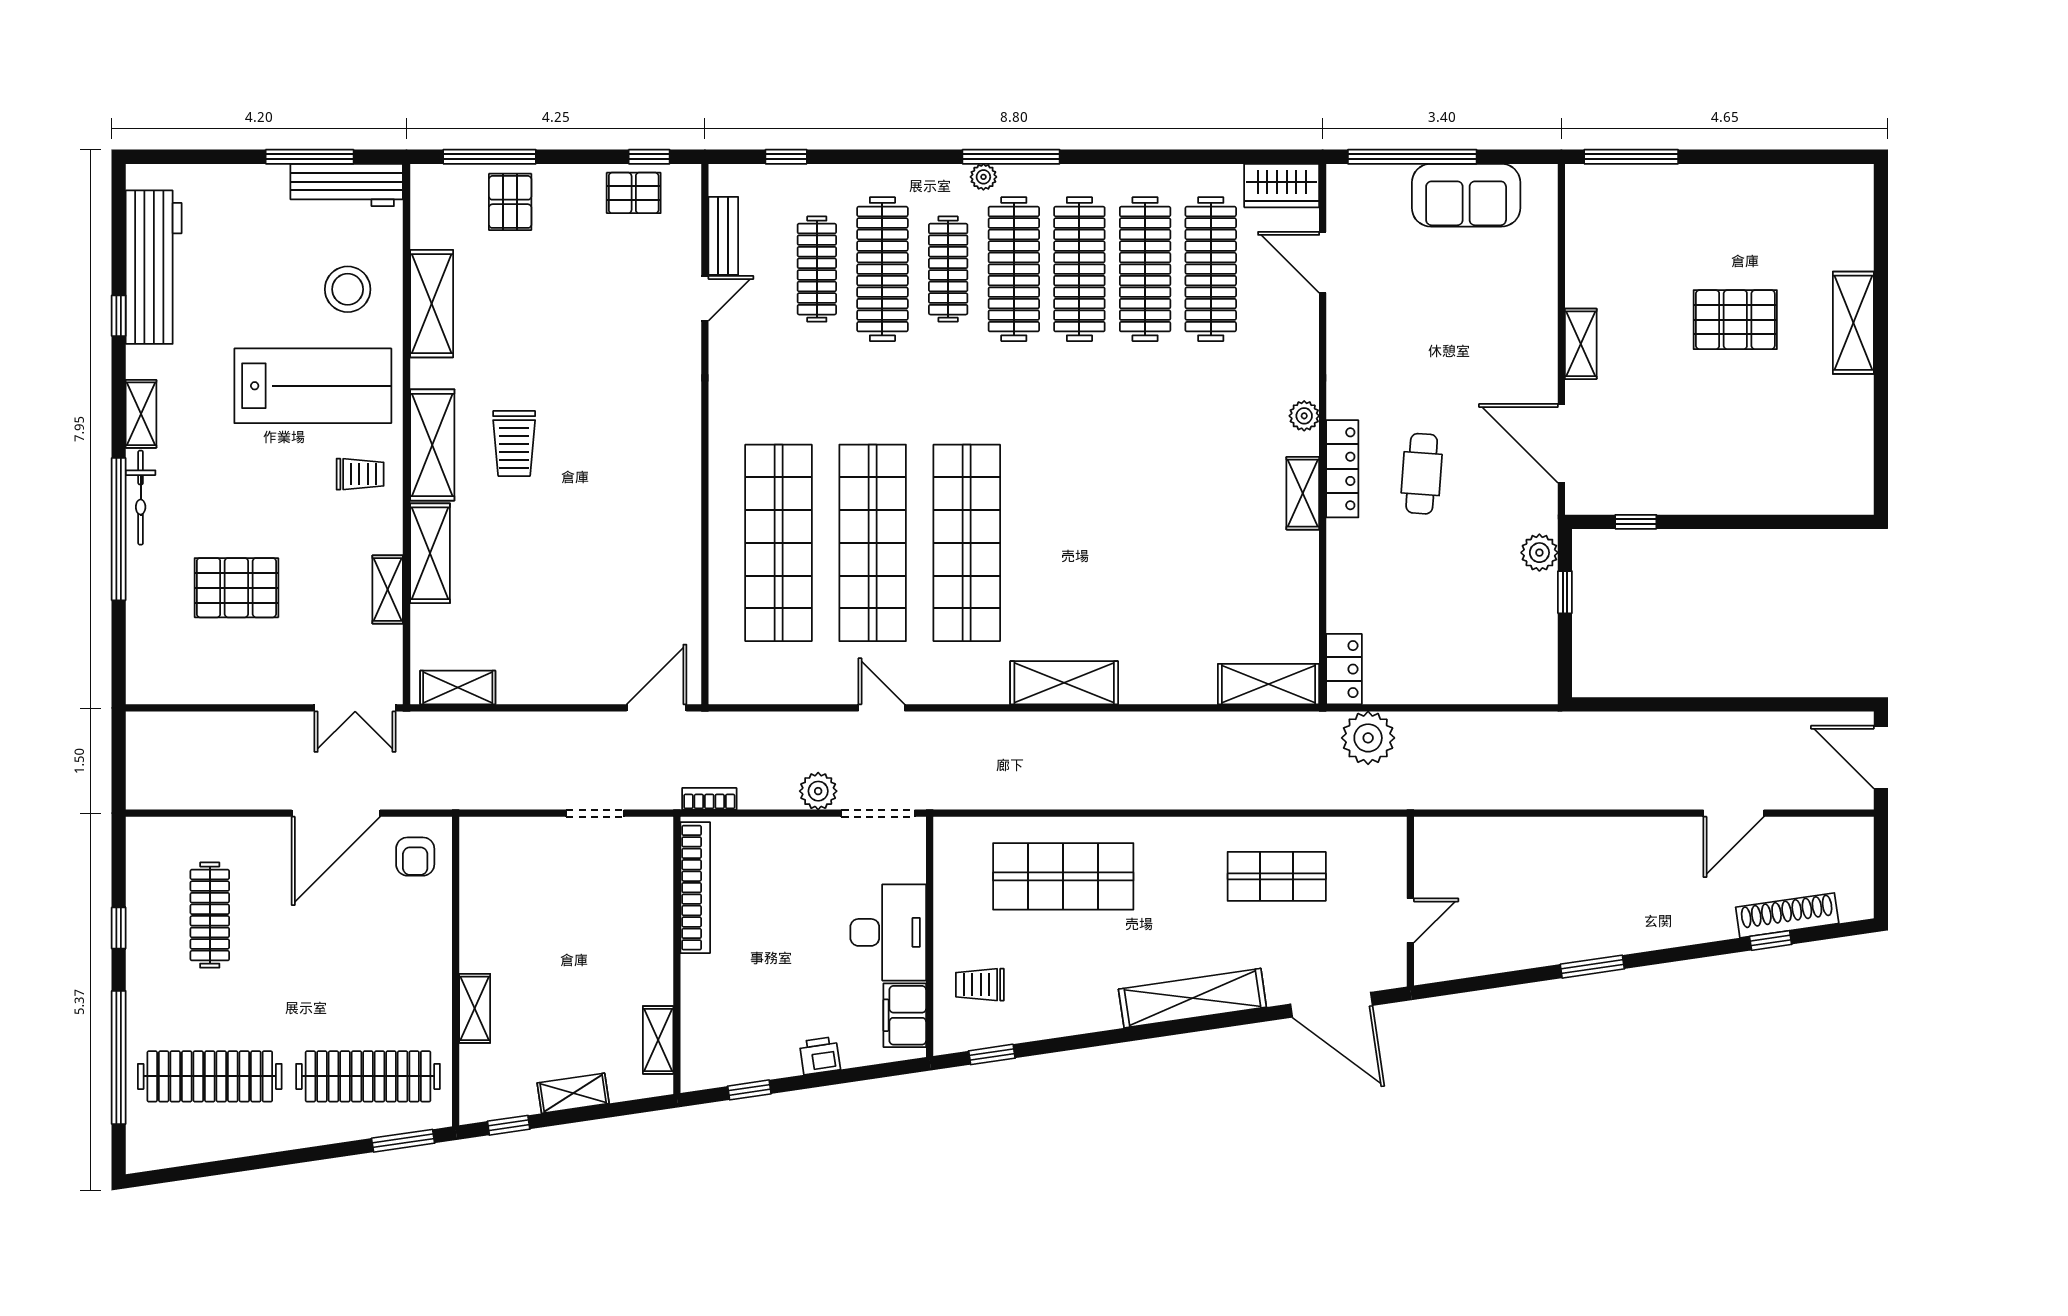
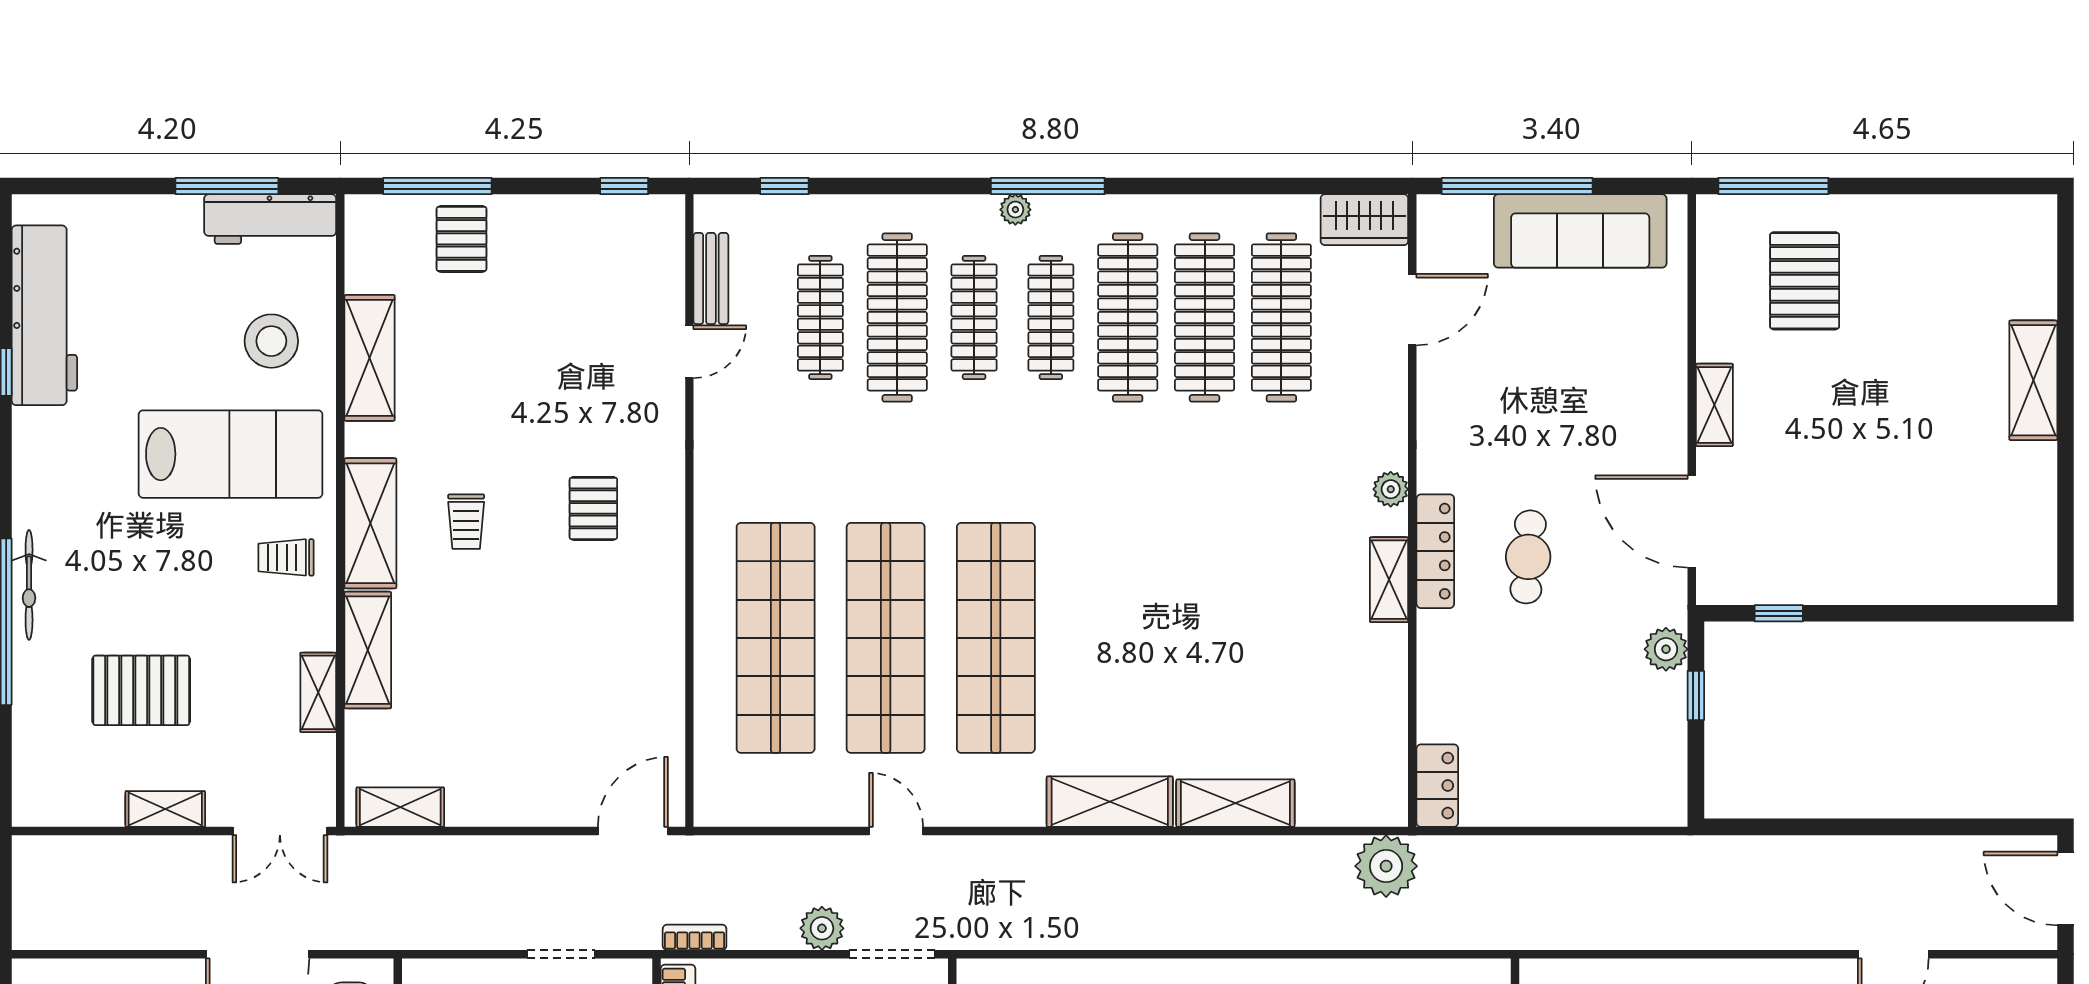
pallet: (634, 193) -> (593, 508), moved, turned 90
sofa: (1466, 195) -> (1580, 231), width x1.36
door: (1323, 262) -> (1412, 310), swing flipped
clothes rail: (1014, 269) -> (1051, 317), width x0.73, depth x0.76
pallet: (1735, 320) -> (1805, 281), moved, turned 90
shelving: (141, 414) -> (165, 809), moved, turned 90
trolley: (514, 444) -> (466, 522), width x0.73, depth x0.72
trolley: (360, 474) -> (286, 557), turned 180
shelving: (1269, 684) -> (1235, 803), moved
plant: (1368, 738) -> (1386, 866), moved

